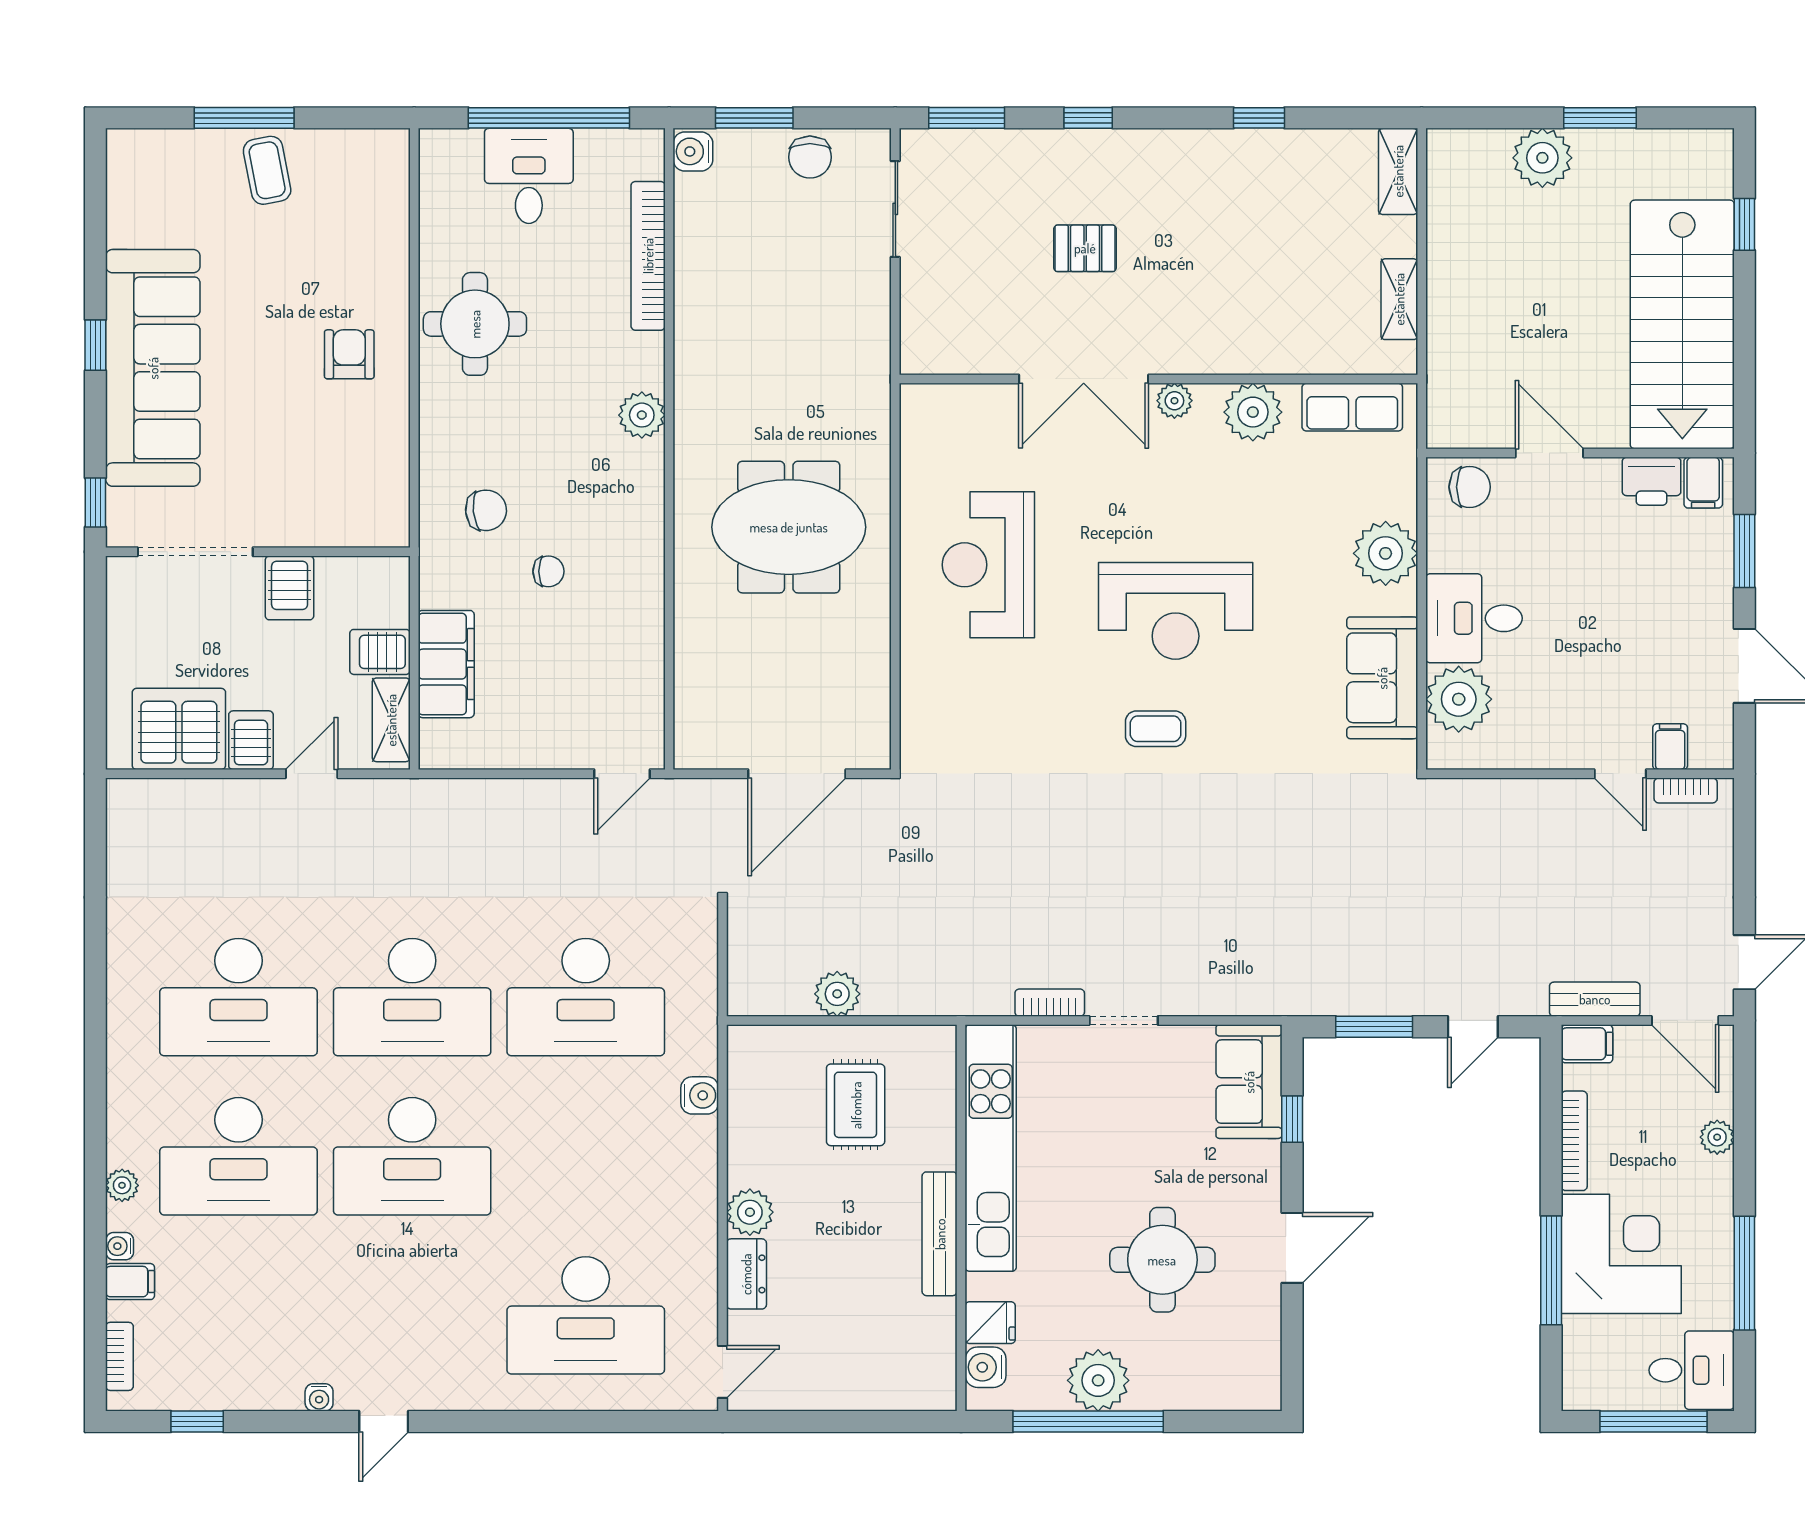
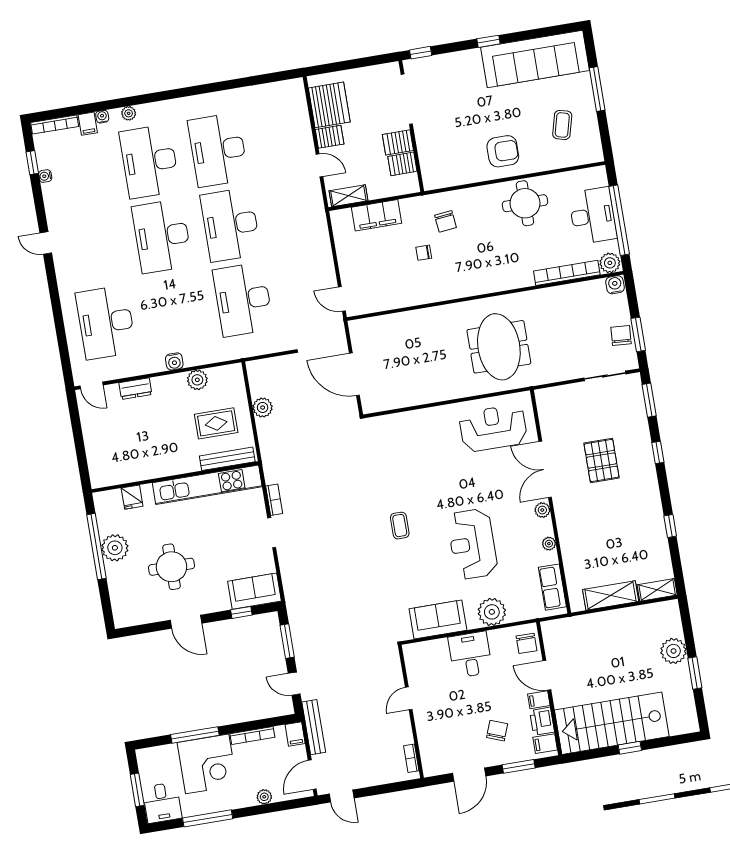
window: (754, 118) -> (638, 334), moved
chair: (810, 157) -> (621, 336), turned 94
coffee table: (267, 170) -> (562, 125), moved, turned -64
desk: (529, 176) -> (593, 216), width x1.37
window: (1744, 224) -> (630, 748), moved
pallet: (1085, 248) -> (602, 461), width x1.50, depth x1.42
shelving: (1399, 299) -> (611, 595), width x1.50, depth x1.33
armchair: (349, 354) -> (503, 151), width x1.38, depth x1.38
sofa: (153, 368) -> (535, 59), moved
plant: (1253, 412) -> (549, 544), width x0.53, depth x0.53
plant: (642, 415) -> (610, 263), moved
door: (1549, 453) -> (547, 675), swing flipped
meeting table: (789, 527) -> (499, 347), moved
reception desk: (988, 565) -> (493, 428), moved
chair: (548, 571) -> (424, 253), turned 90
chair: (1656, 586) -> (497, 731), added
reception desk: (1176, 611) -> (472, 544), moved
server rack: (380, 652) -> (402, 164), moved, turned -90
plant: (1459, 699) -> (434, 654), removed
filing cabinet: (1670, 747) -> (539, 700), moved, turned 180
door: (1620, 774) -> (409, 698), moved
bench: (1595, 999) -> (314, 727), width x1.36
water cooler: (700, 1095) -> (174, 361), moved
plant: (750, 1212) -> (197, 380), moved
bench: (940, 1234) -> (227, 459), moved
bookcase: (119, 1356) -> (55, 125), width x1.56
water cooler: (986, 1367) -> (112, 498), removed
water cooler: (319, 1397) -> (45, 176), moved
window: (1654, 1421) -> (137, 790), width x0.69

